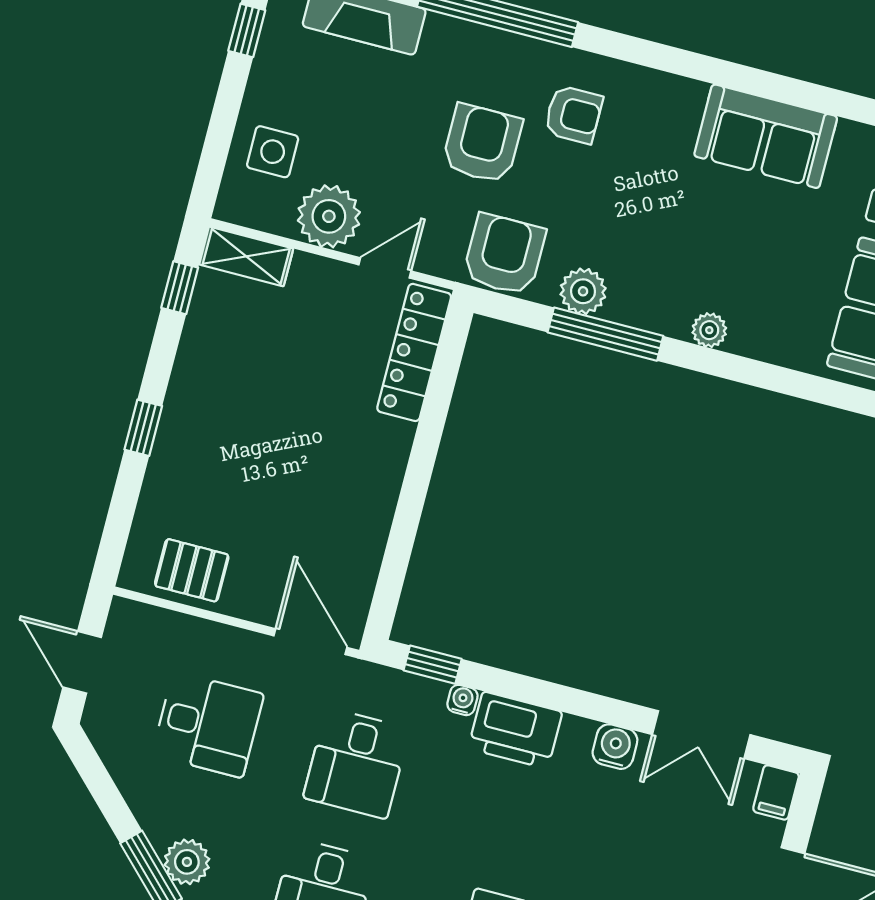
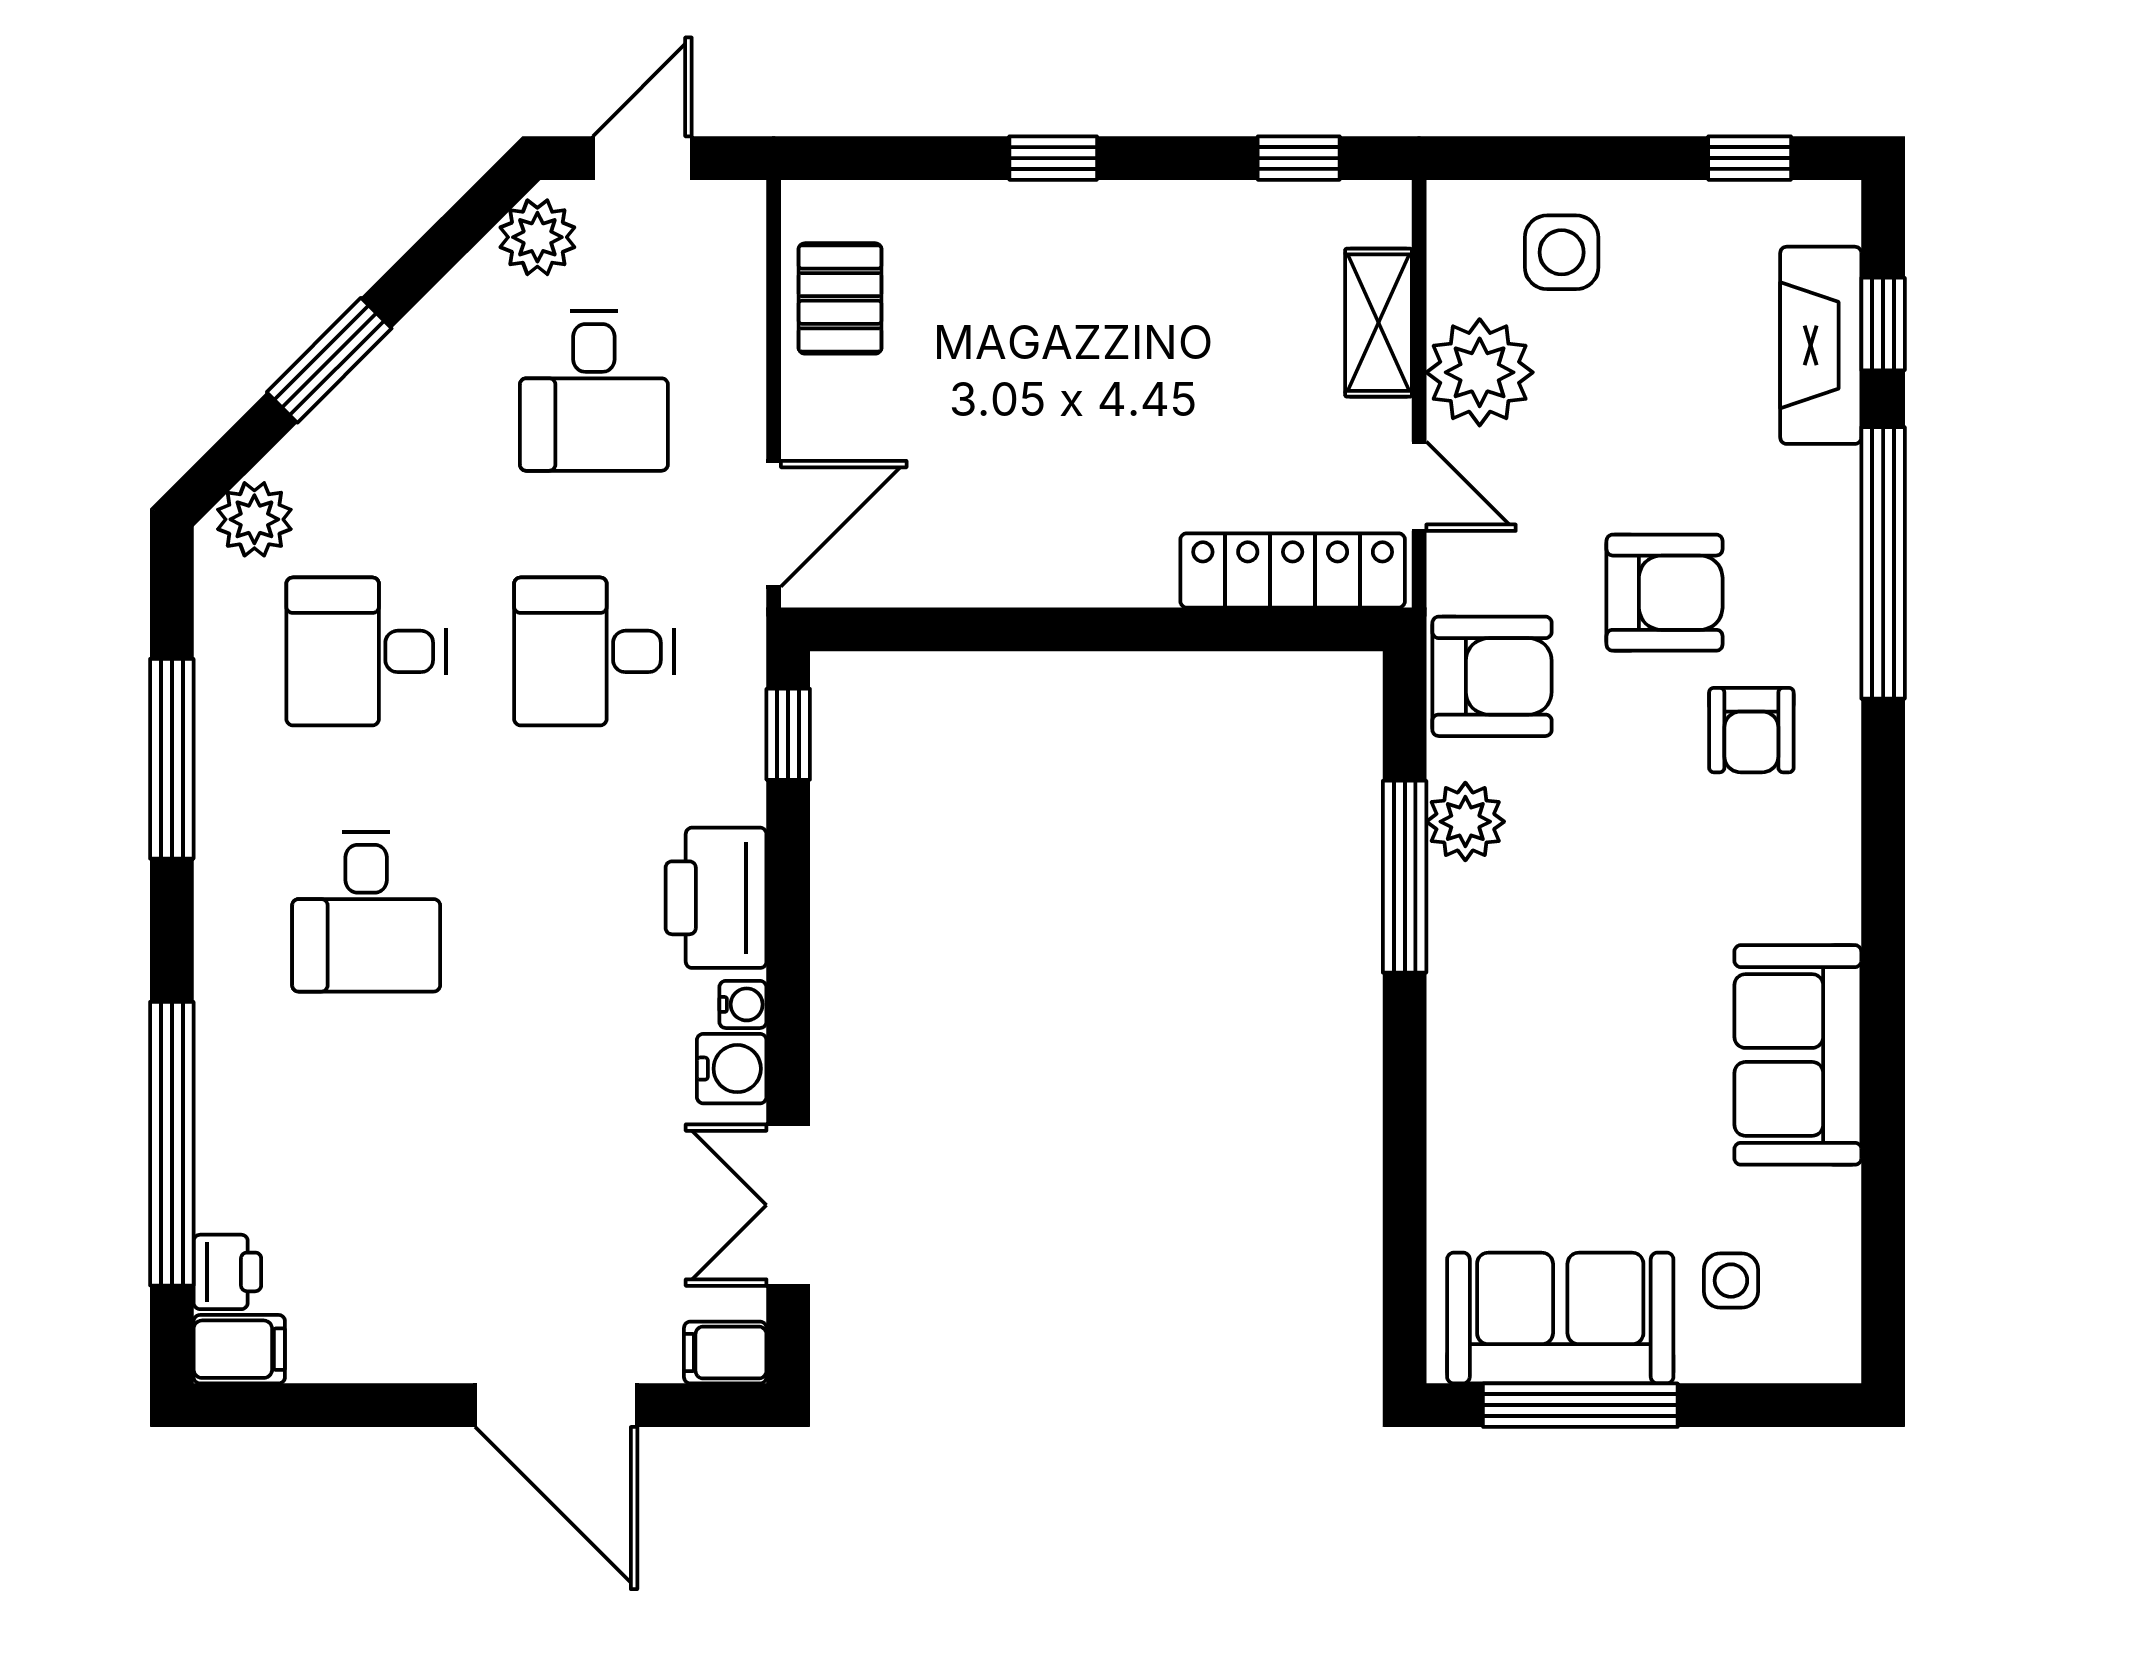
shelving: (246, 256) -> (1378, 323), moved
plant: (709, 330) -> (1455, 1045), removed
water cooler: (462, 700) -> (743, 1004), moved
plant: (187, 862) -> (537, 237), moved

